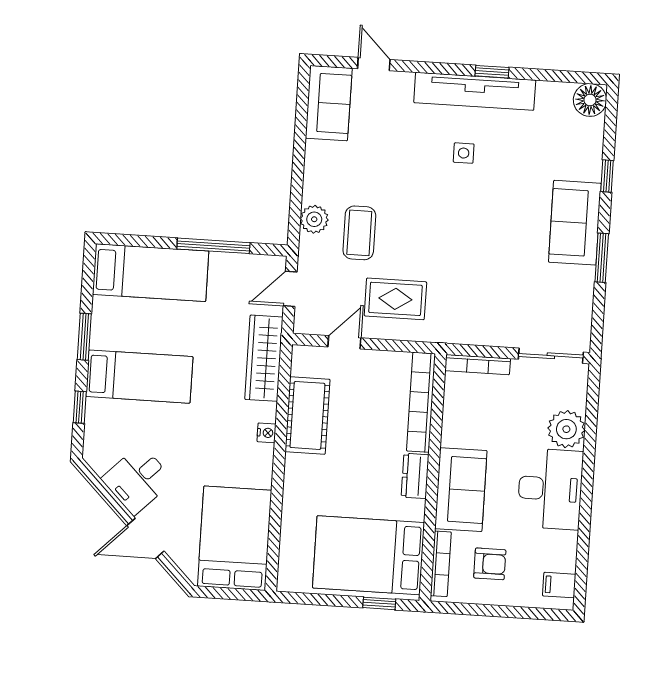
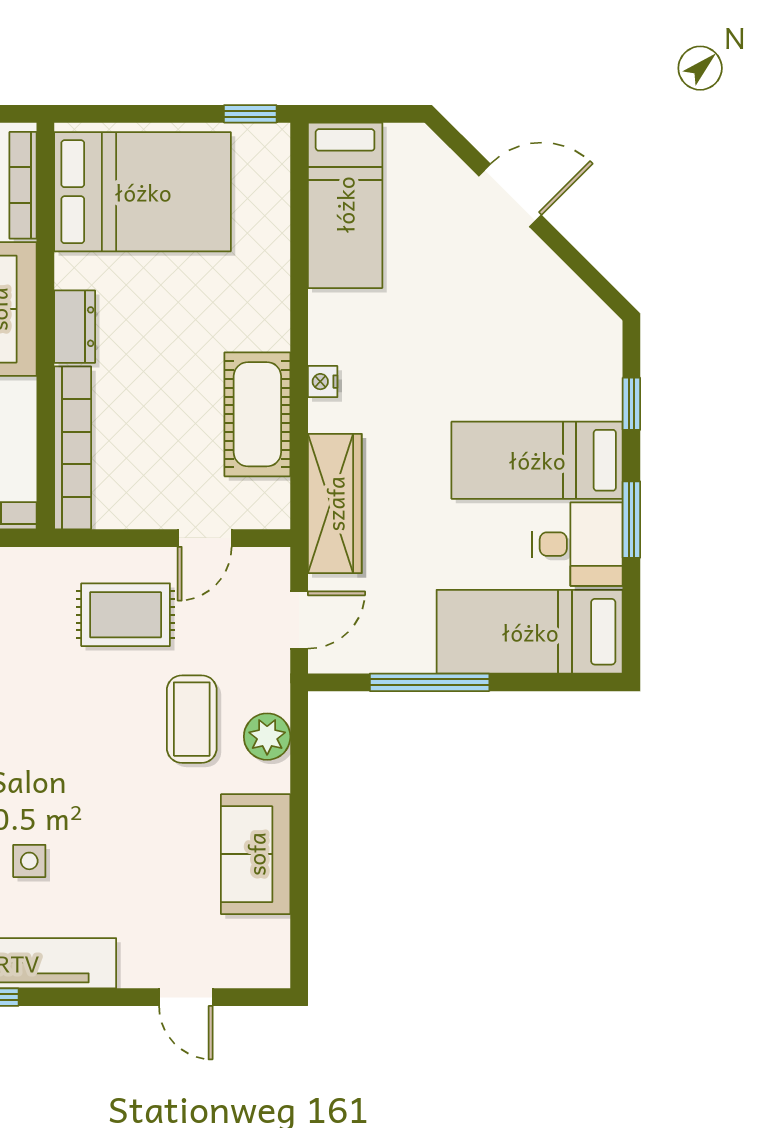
sofa: (329, 103) -> (256, 854), moved
desk: (137, 480) -> (578, 544), moved, turned 45
bed: (235, 538) -> (345, 205), width x0.67
window: (379, 603) -> (250, 114), moved

